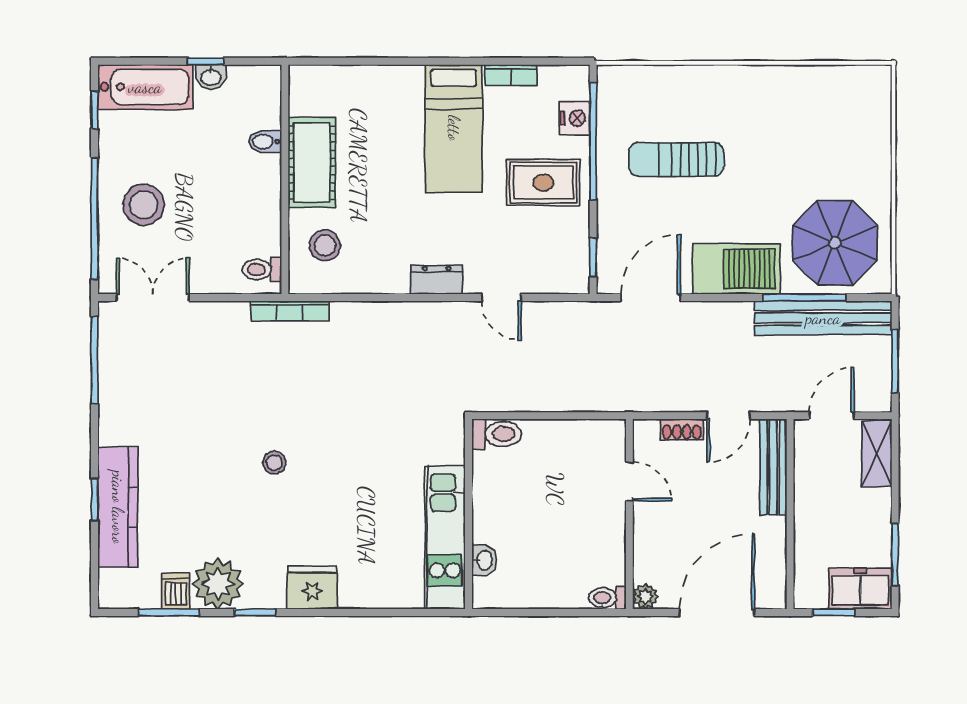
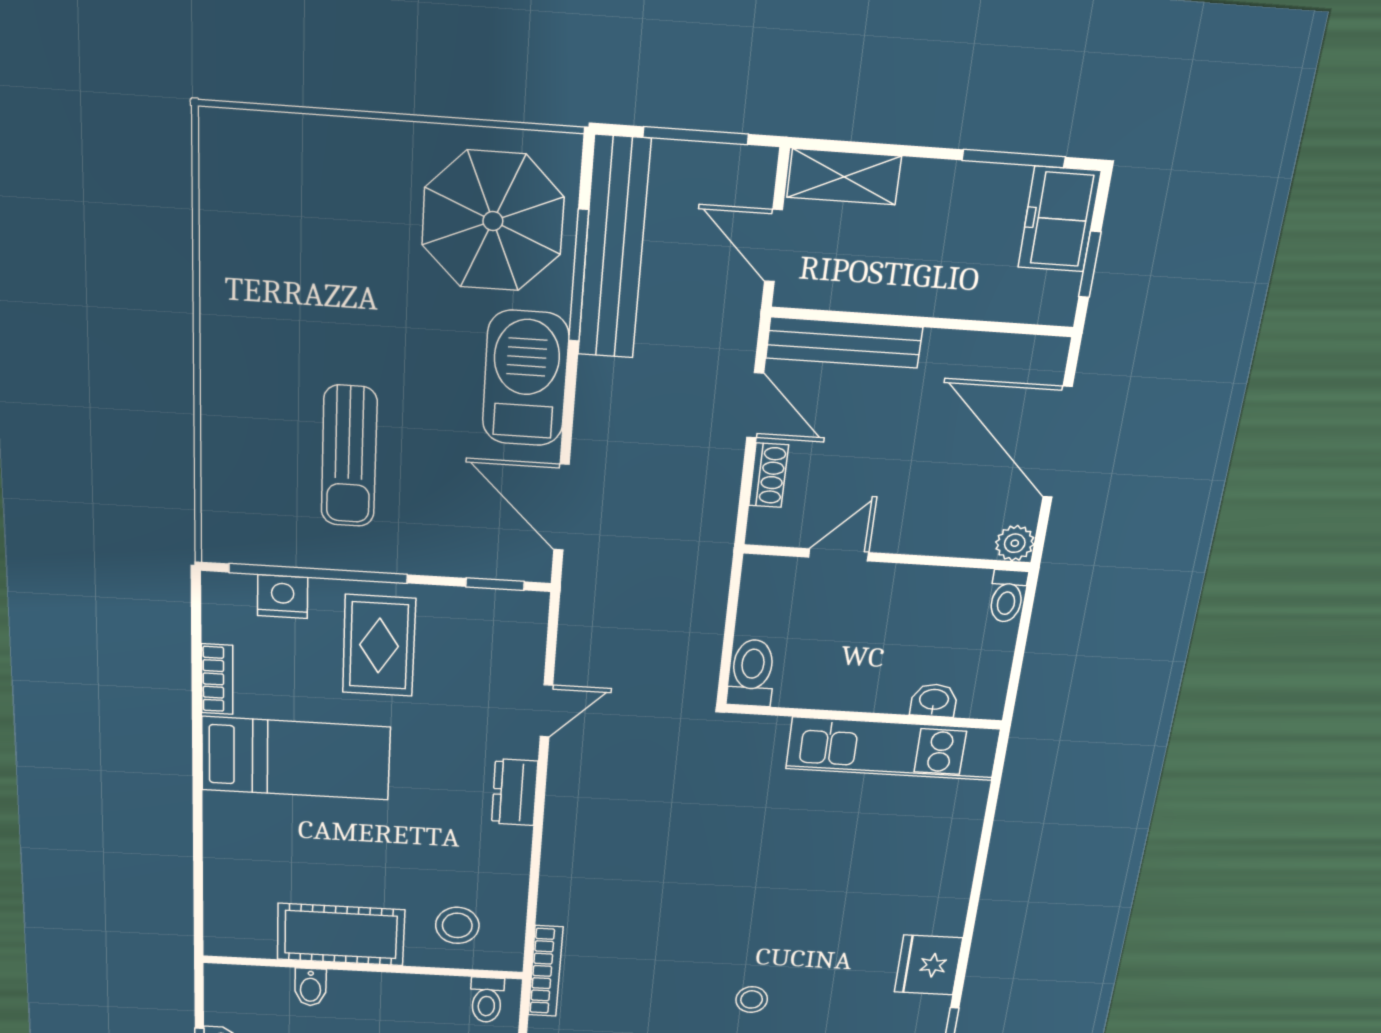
toilet: (497, 434) -> (752, 673), moved
wall: (469, 514) -> (864, 717), moved
kitchen unit: (445, 537) -> (893, 749), moved
washbasin: (484, 560) -> (934, 700), moved

